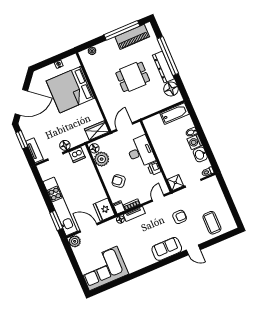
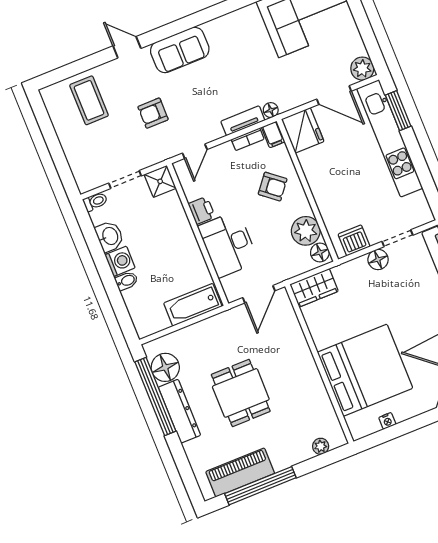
window: (168, 56) -> (155, 397), moved
dining table: (133, 77) -> (241, 393), turned 90
bathtub: (175, 114) -> (193, 305), moved

